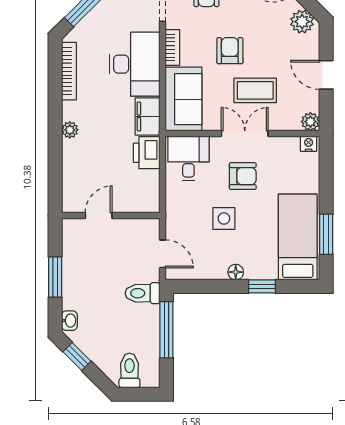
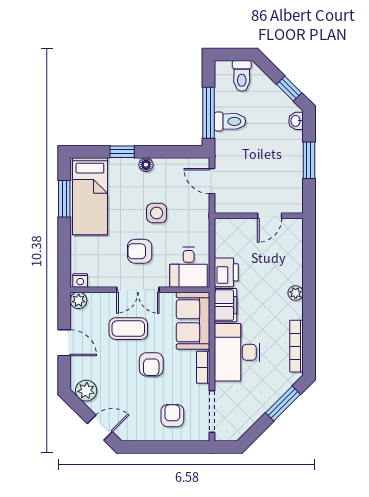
toilet: (143, 293) -> (230, 121), moved

